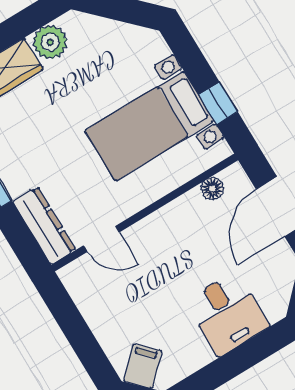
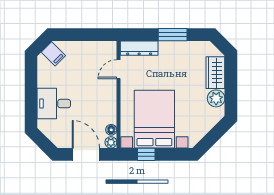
bed with nightstands: (149, 126) -> (154, 119), width x1.36
plant: (234, 176) -> (111, 142), added

